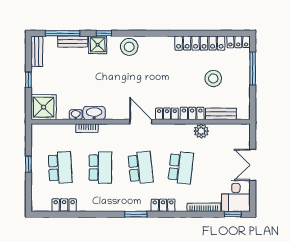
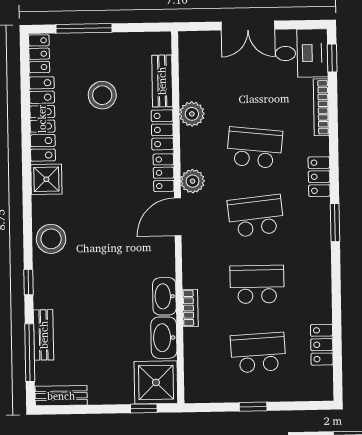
shower: (98, 45) -> (46, 179), moved
window: (28, 80) -> (144, 408), moved
washbasin: (76, 115) -> (164, 338), width x1.91, depth x1.45
plant: (162, 131) -> (193, 181), added

